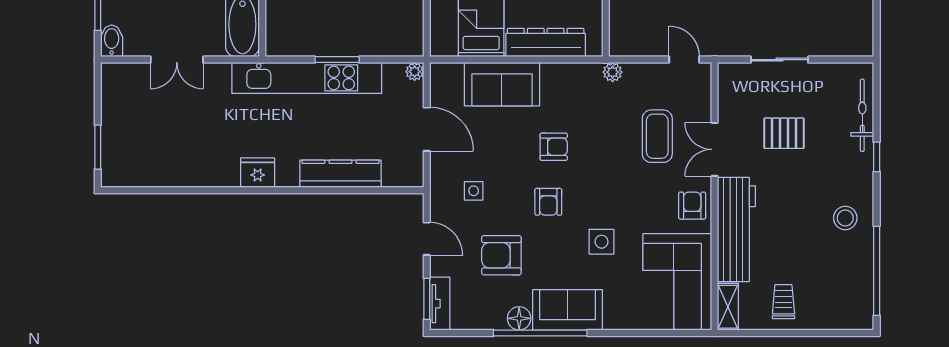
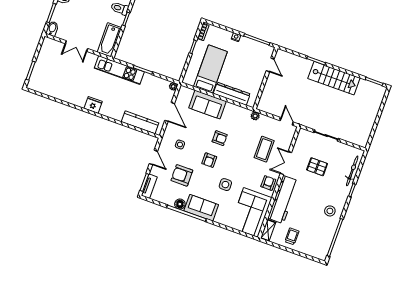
kitchen unit: (307, 78) -> (119, 70), width x0.73
kitchen counter: (340, 174) -> (140, 122), moved

